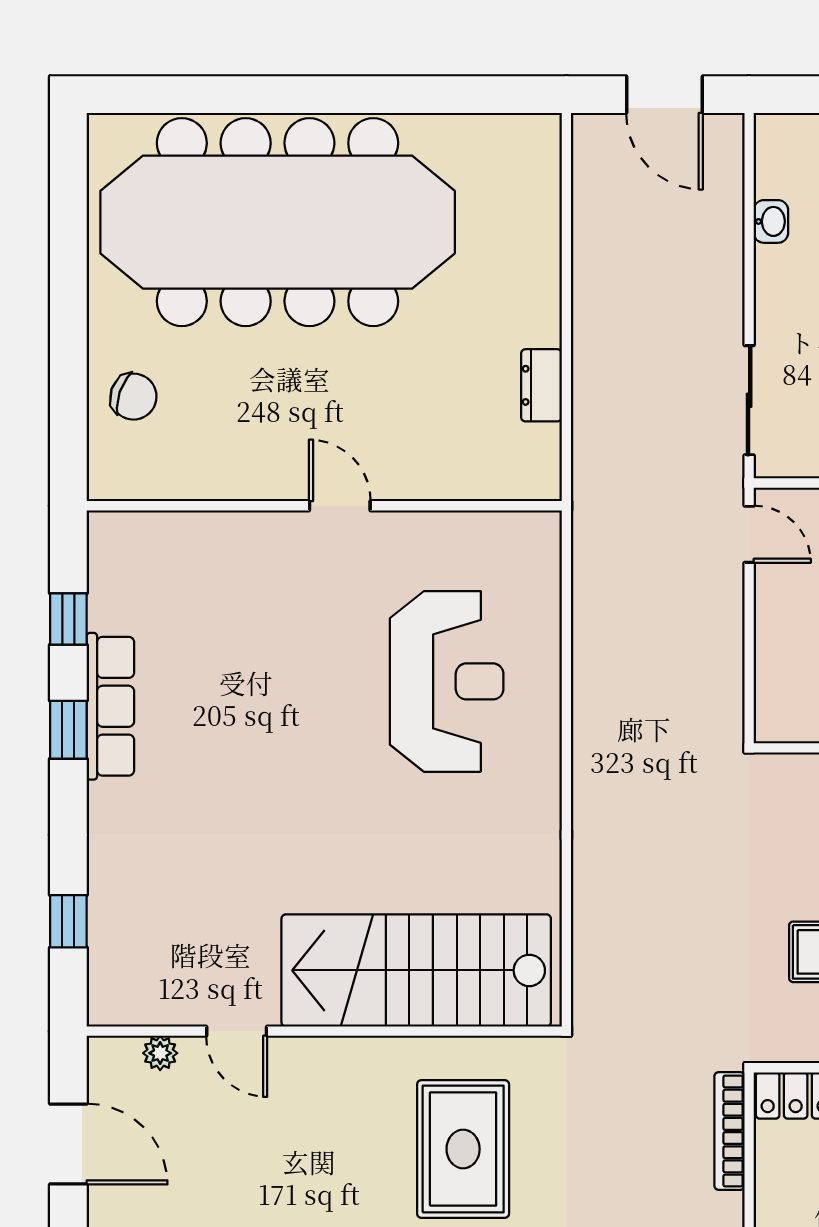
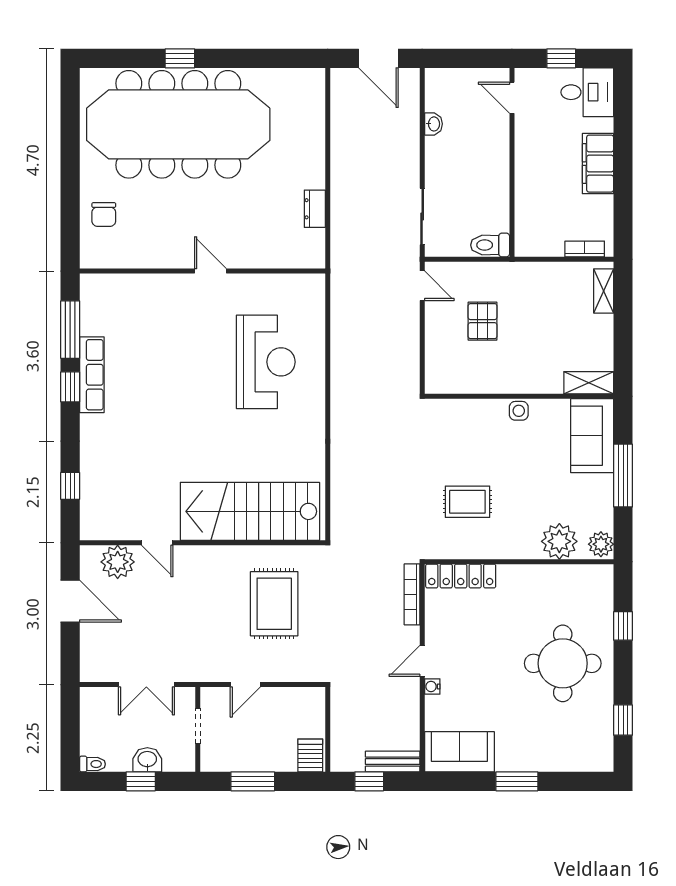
window: (281, 95) -> (180, 58), added
chair: (133, 397) -> (104, 215), turned 71
window: (68, 619) -> (70, 330), width x2.17
plant: (160, 1053) -> (118, 562), width x1.88, depth x1.88

